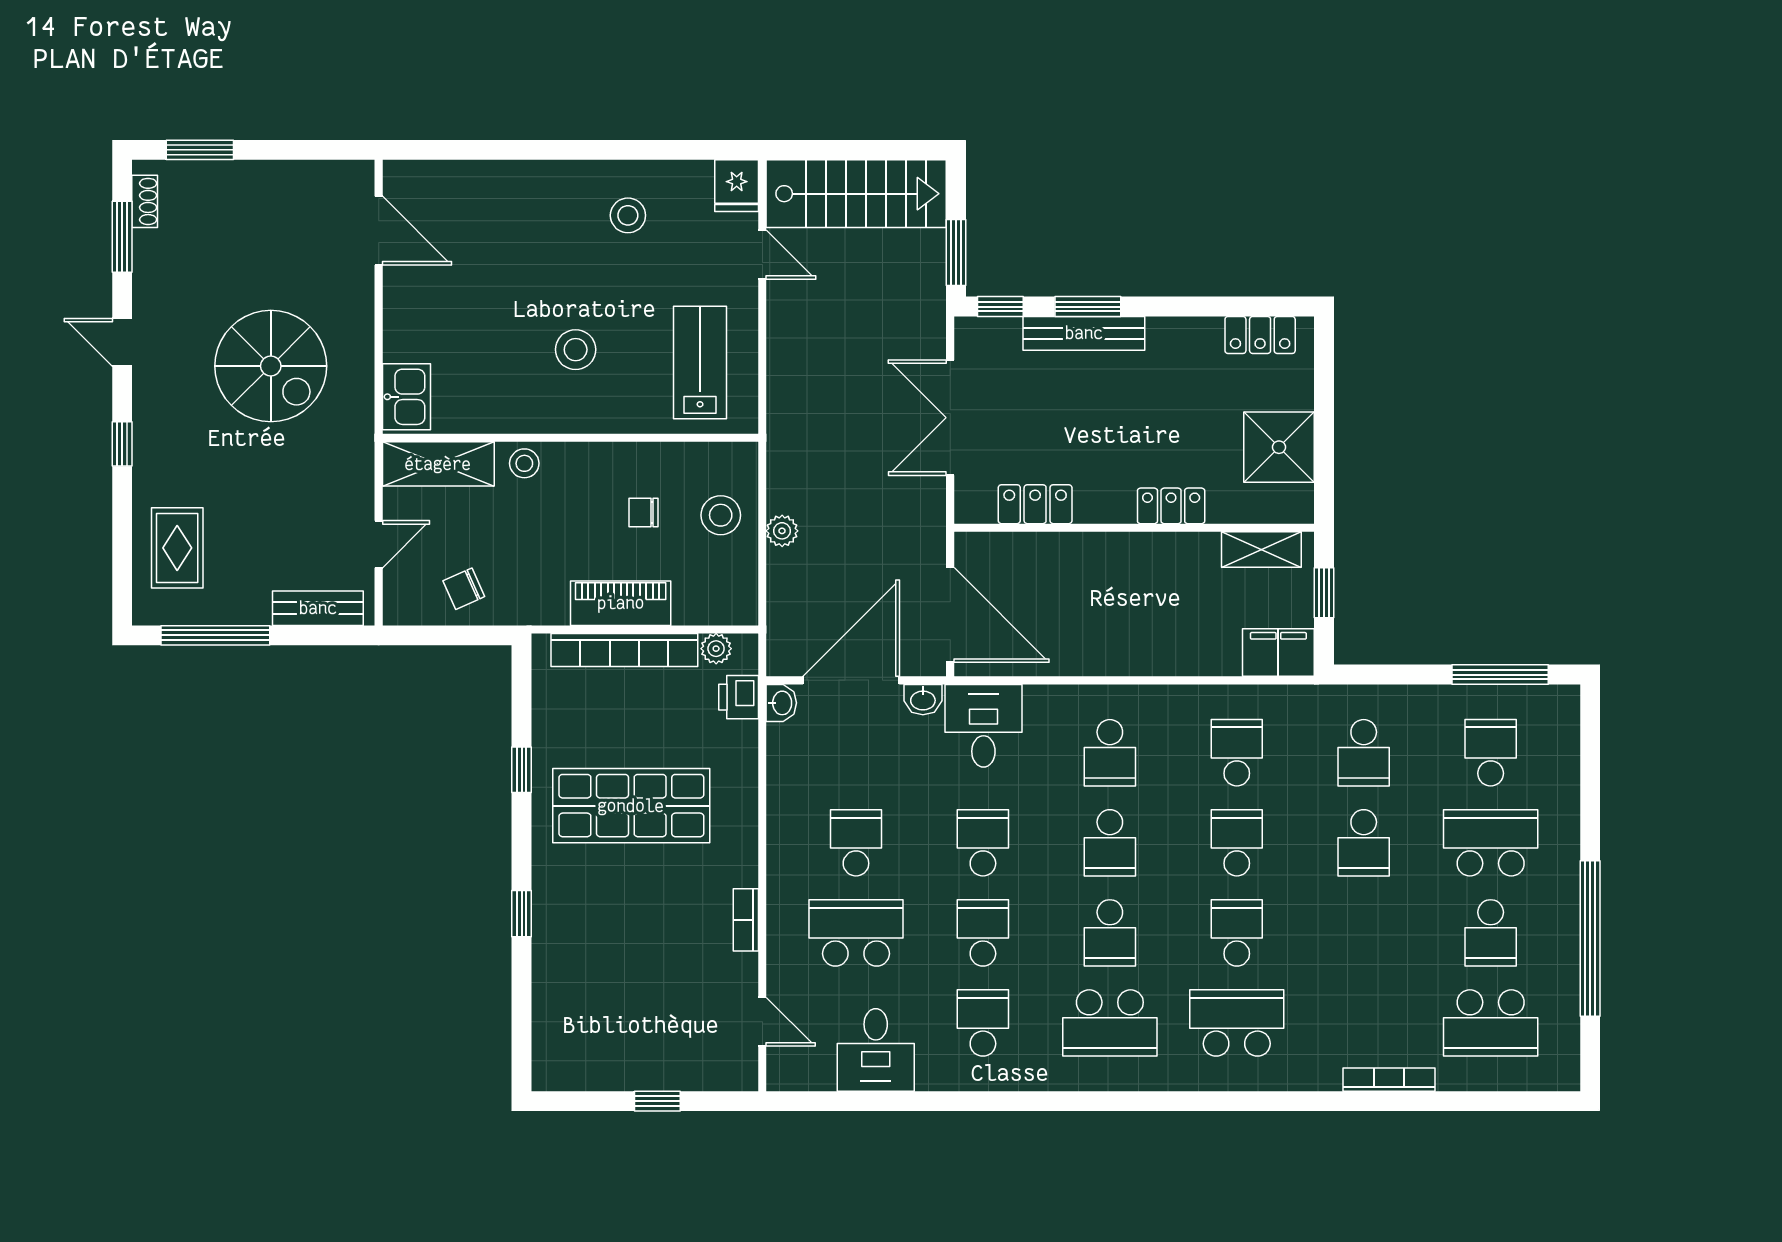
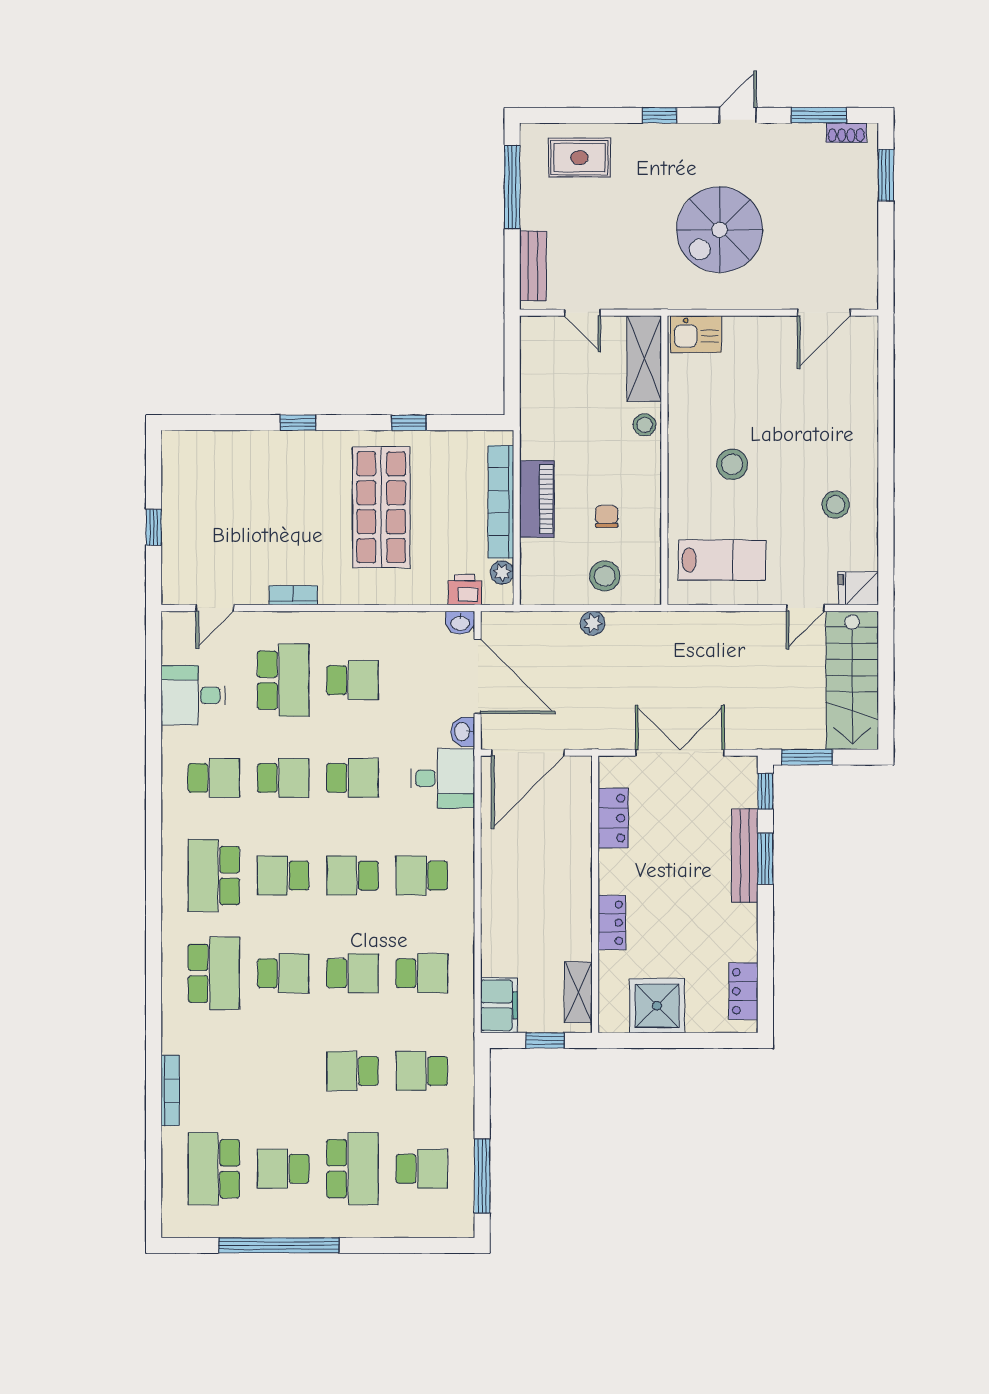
chair: (464, 589) -> (548, 378), removed

